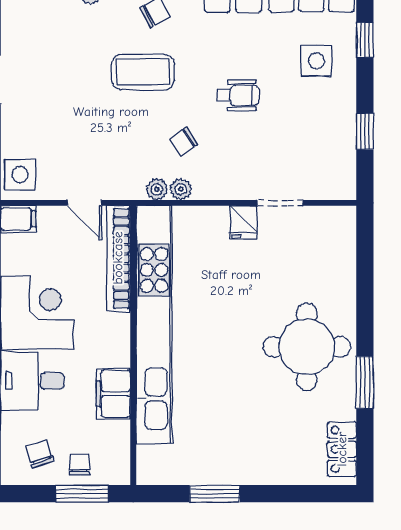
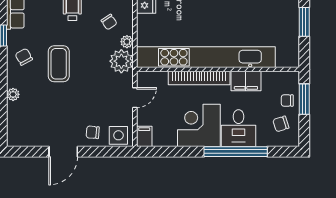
chair: (25, 130) -> (93, 132), added
chair: (184, 142) -> (109, 22), moved
plant: (157, 189) -> (121, 61), width x1.88, depth x1.88
bookcase: (118, 258) -> (199, 78), moved

